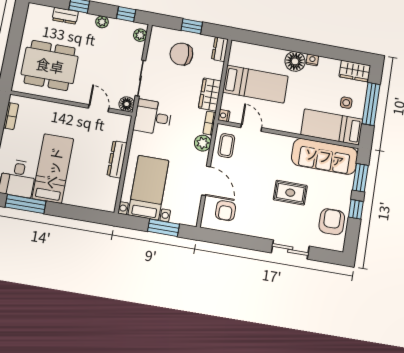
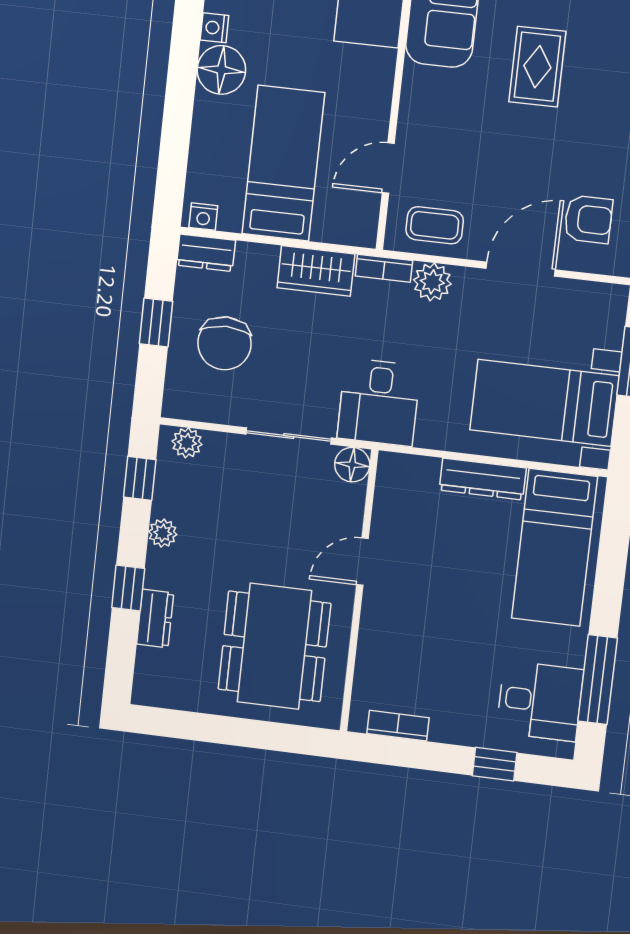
door: (99, 108) -> (363, 562), moved
nightstand: (224, 116) -> (203, 217), moved
bed: (53, 168) -> (554, 547), moved, turned -90

